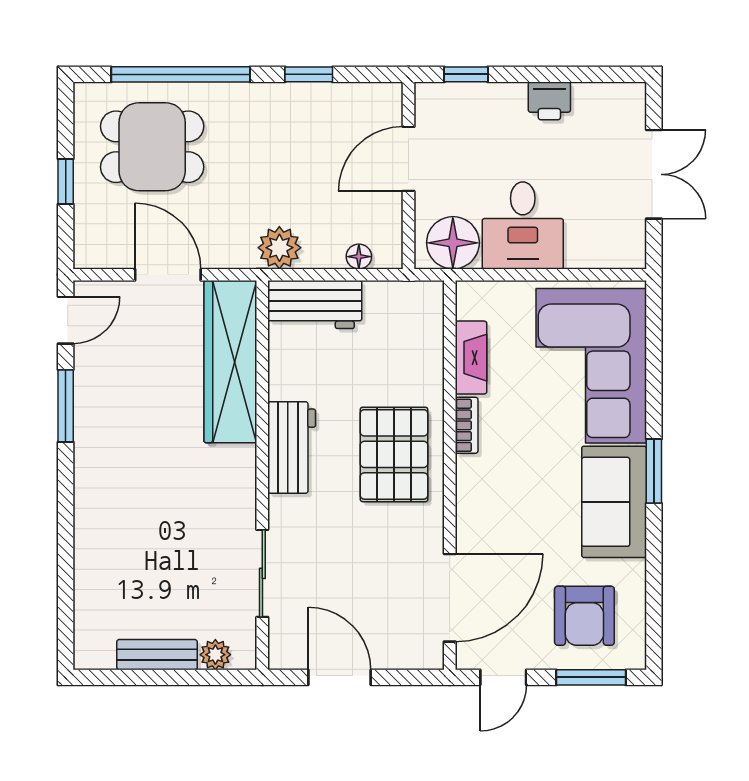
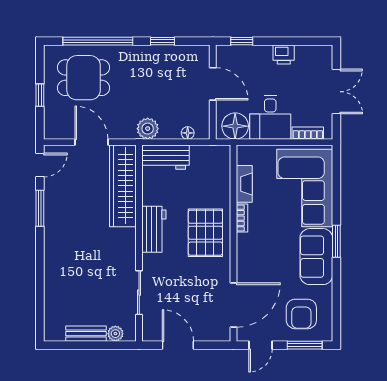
door: (408, 159) -> (213, 84), swing flipped
bookcase: (597, 257) -> (308, 133), added

